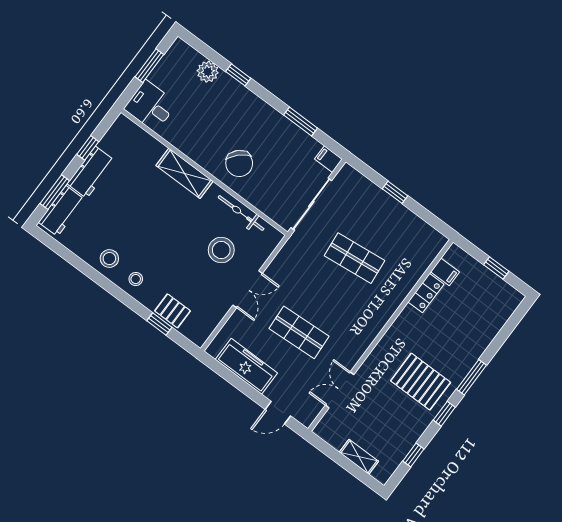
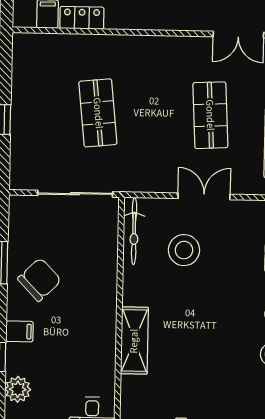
filing cabinet: (329, 159) -> (19, 331), moved, turned -90
chair: (239, 163) -> (39, 280), moved
bicycle: (241, 213) -> (134, 231), moved

